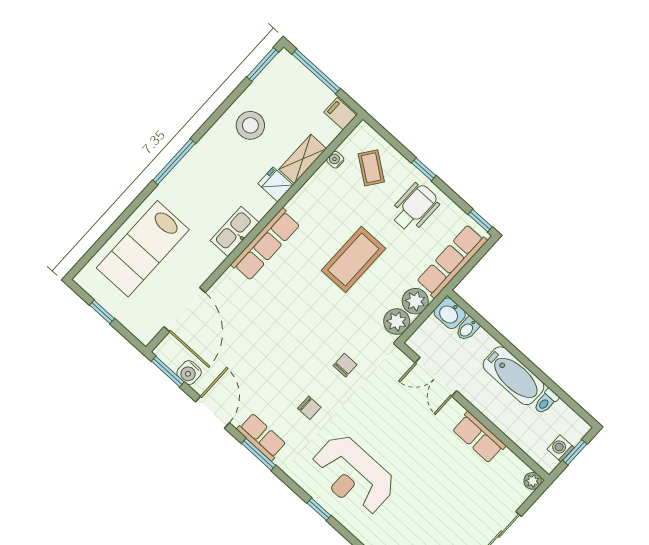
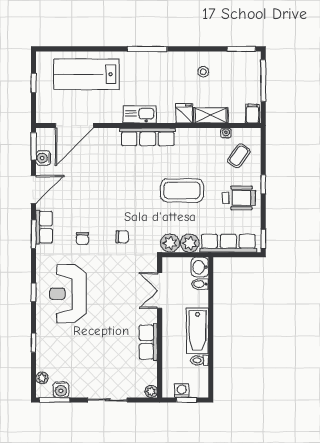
stool: (250, 125) -> (203, 72), width x0.53, depth x0.53

